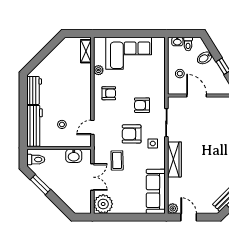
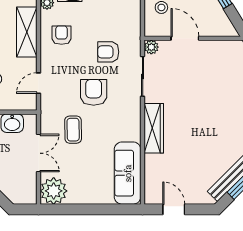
shelving: (84, 91) -> (27, 32), added
armchair: (109, 93) -> (62, 35), turned -90
armchair: (132, 134) -> (94, 92), turned 90
side table: (153, 143) -> (123, 106), removed
plant: (173, 208) -> (151, 47), moved

